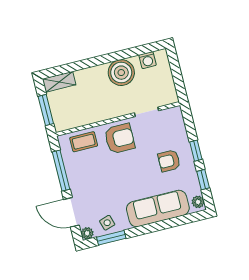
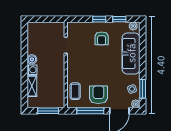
washing machine: (148, 60) -> (32, 70), moved
boiler: (121, 73) -> (32, 59), width x0.54, depth x0.54
shelving: (59, 82) -> (32, 86), moved
armchair: (120, 139) -> (98, 95), moved

